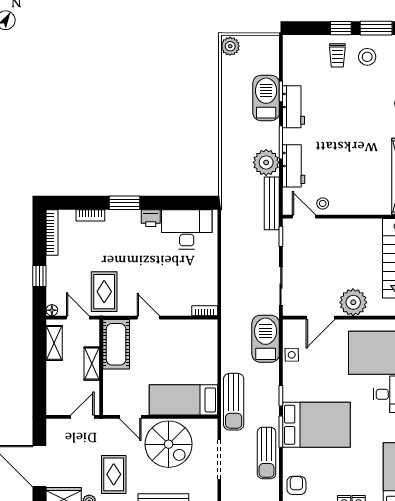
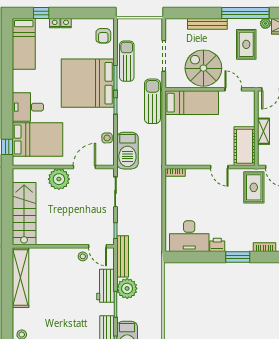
bed: (316, 425) -> (88, 83), width x1.36

